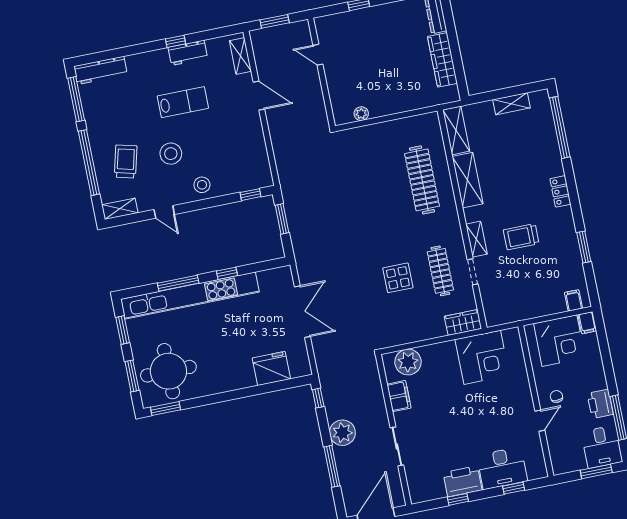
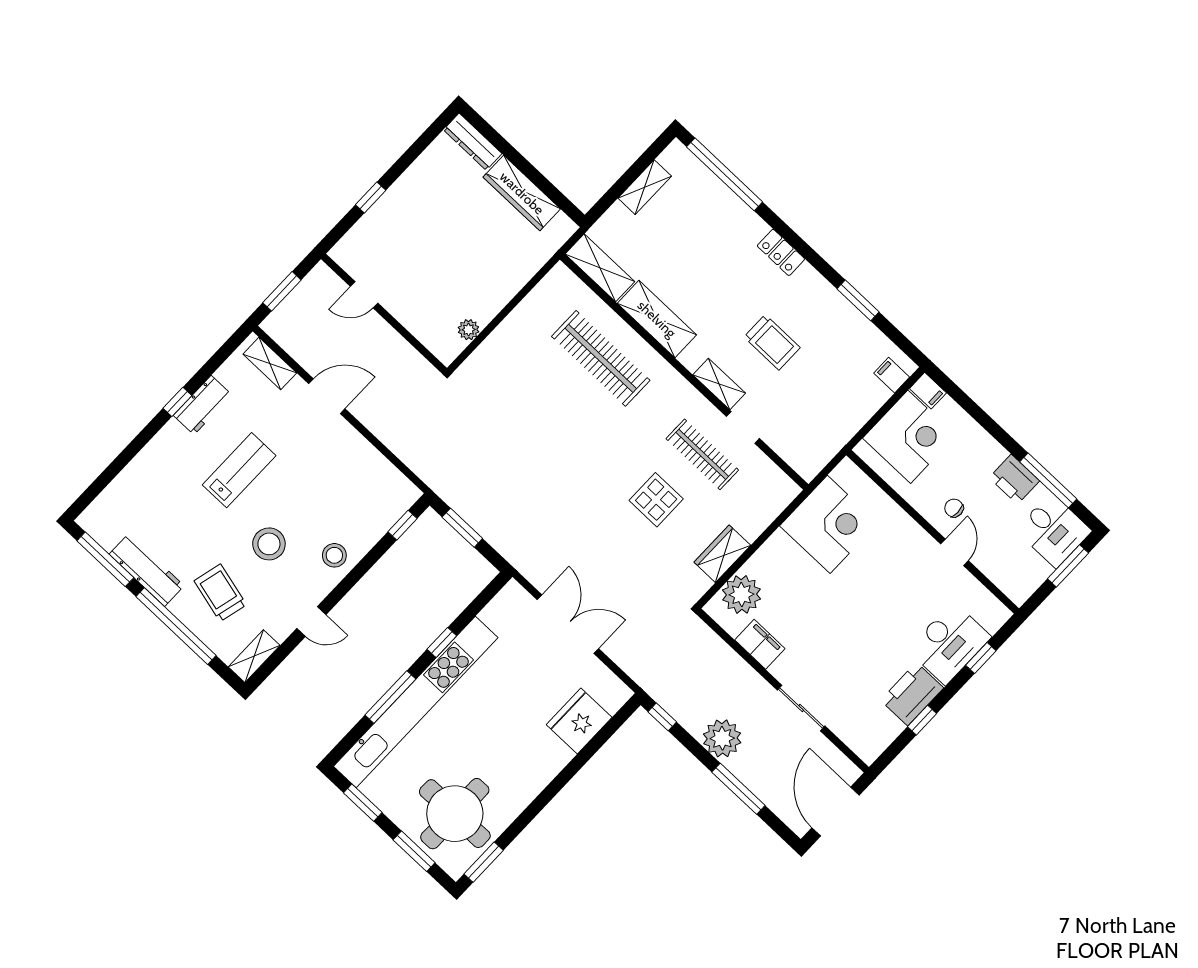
workbench: (101, 70) -> (147, 570), moved, turned -90
trolley: (521, 237) -> (772, 342), turned -90
wardrobe: (463, 322) -> (722, 554), moved

